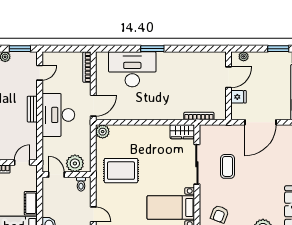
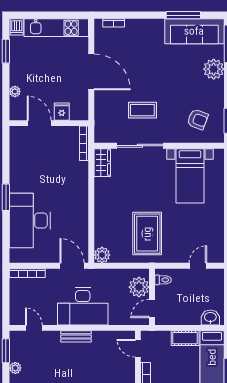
door: (228, 77) -> (39, 123), moved
wall: (228, 86) -> (49, 123), moved
fridge: (238, 97) -> (62, 112), moved

